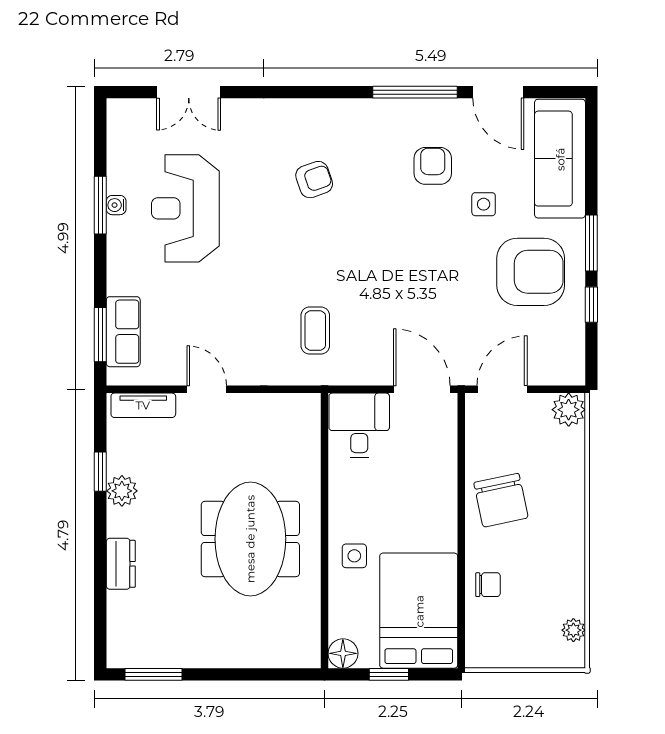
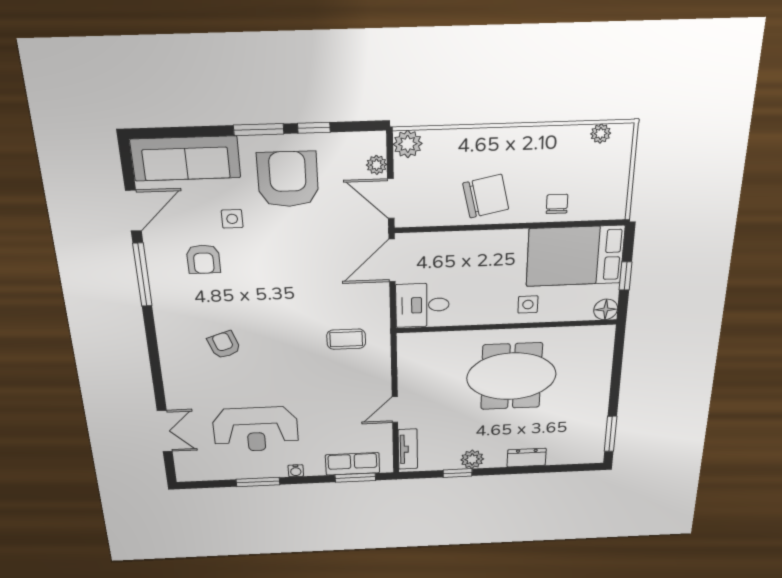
armchair: (433, 166) -> (203, 259), turned -90
water cooler: (116, 205) -> (296, 471), moved
plant: (545, 374) -> (377, 165), added

